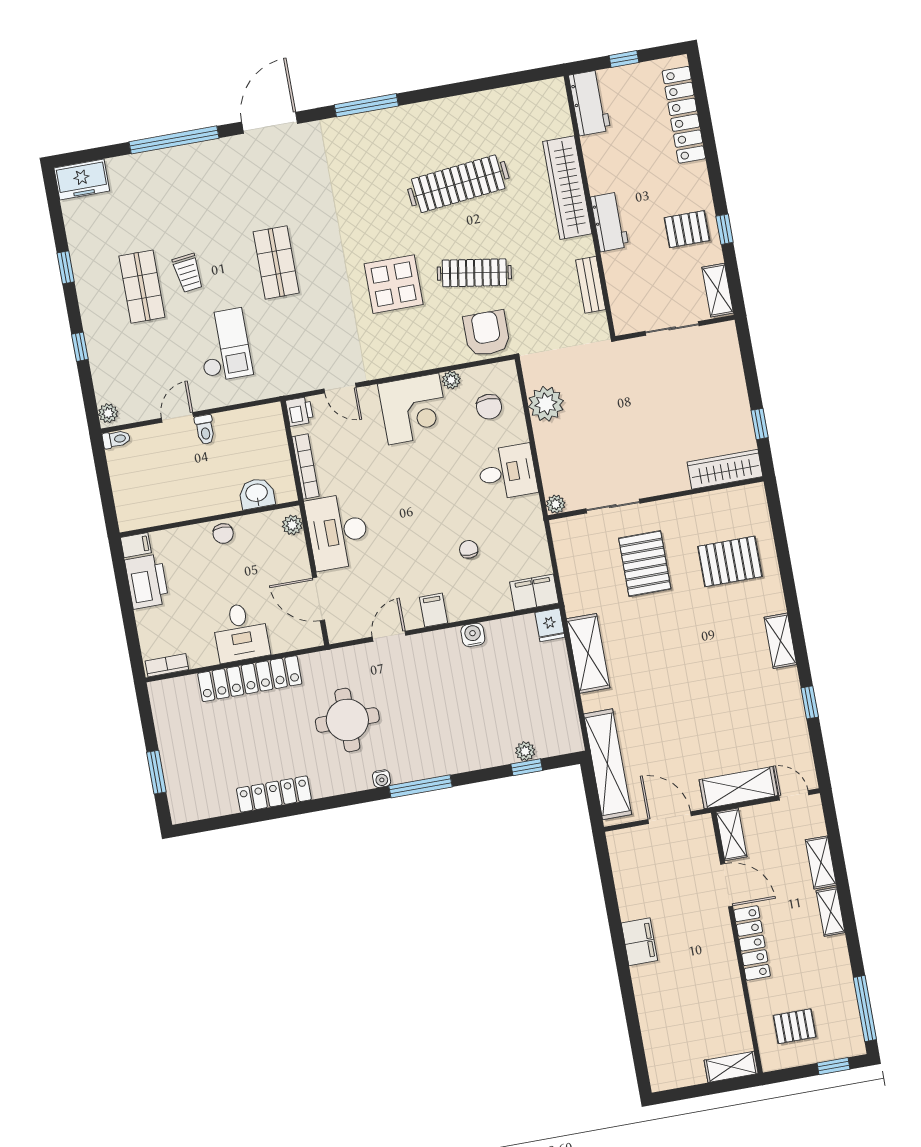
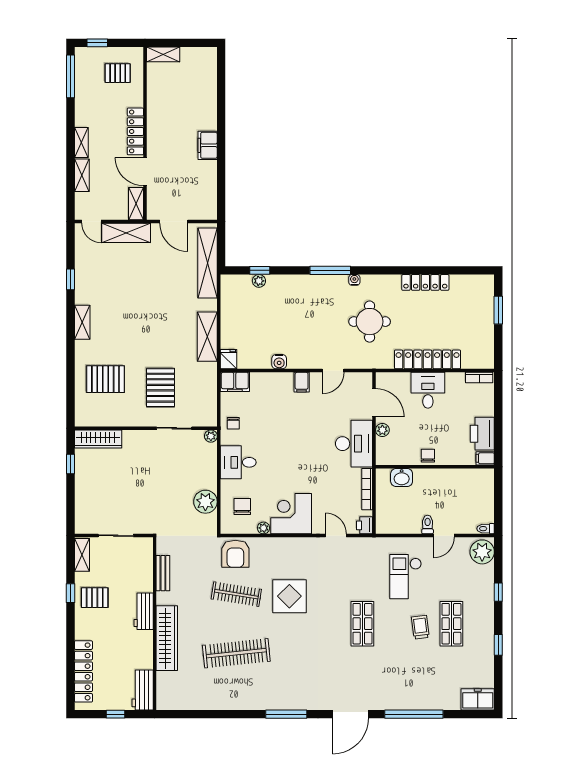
plant: (108, 413) -> (482, 552), width x1.88, depth x1.88
plant: (292, 525) -> (382, 430), moved
chair: (469, 549) -> (233, 423), moved

